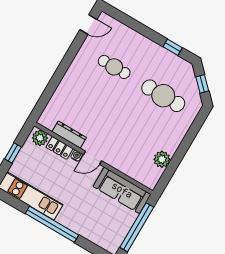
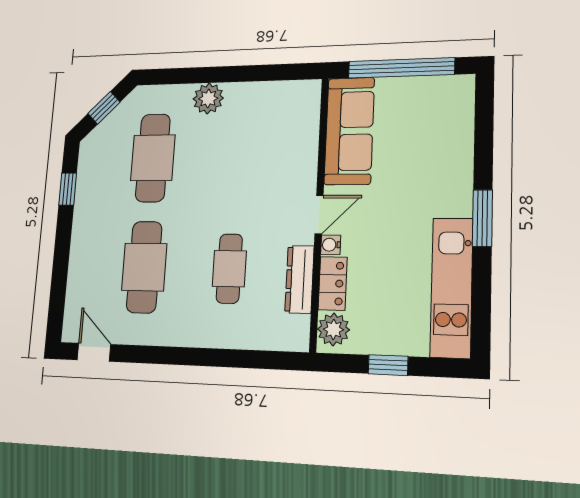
cafe table: (114, 67) -> (144, 267), width x1.37, depth x1.35
cafe table: (91, 106) -> (229, 269), added
door: (93, 158) -> (319, 215), hinge flipped
plant: (162, 159) -> (208, 98), moved
window: (52, 224) -> (482, 218), width x0.47

